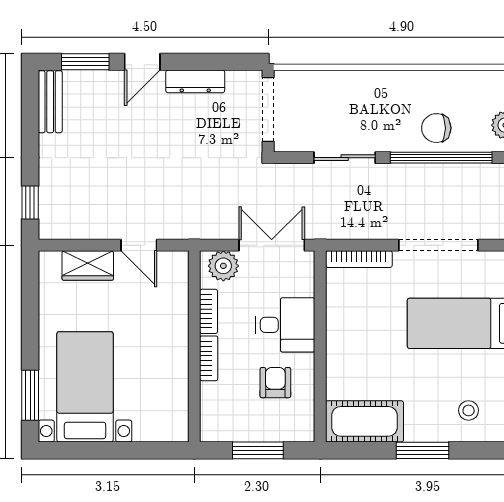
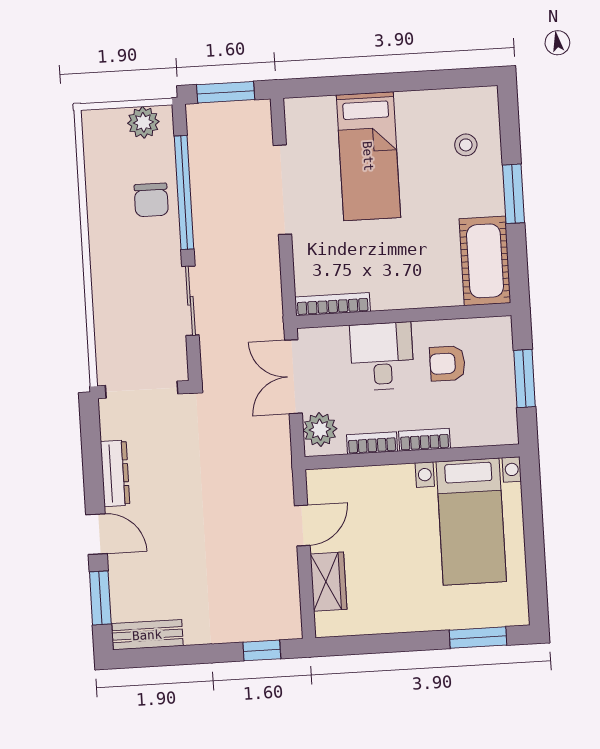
bookcase: (359, 259) -> (333, 304), moved, turned -90
bed with nightstands: (85, 387) -> (471, 522), moved, turned -90

